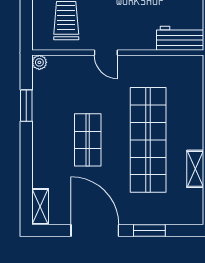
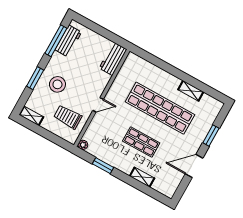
shelving: (40, 207) -> (142, 177), moved
door: (95, 231) -> (194, 166), width x0.73

